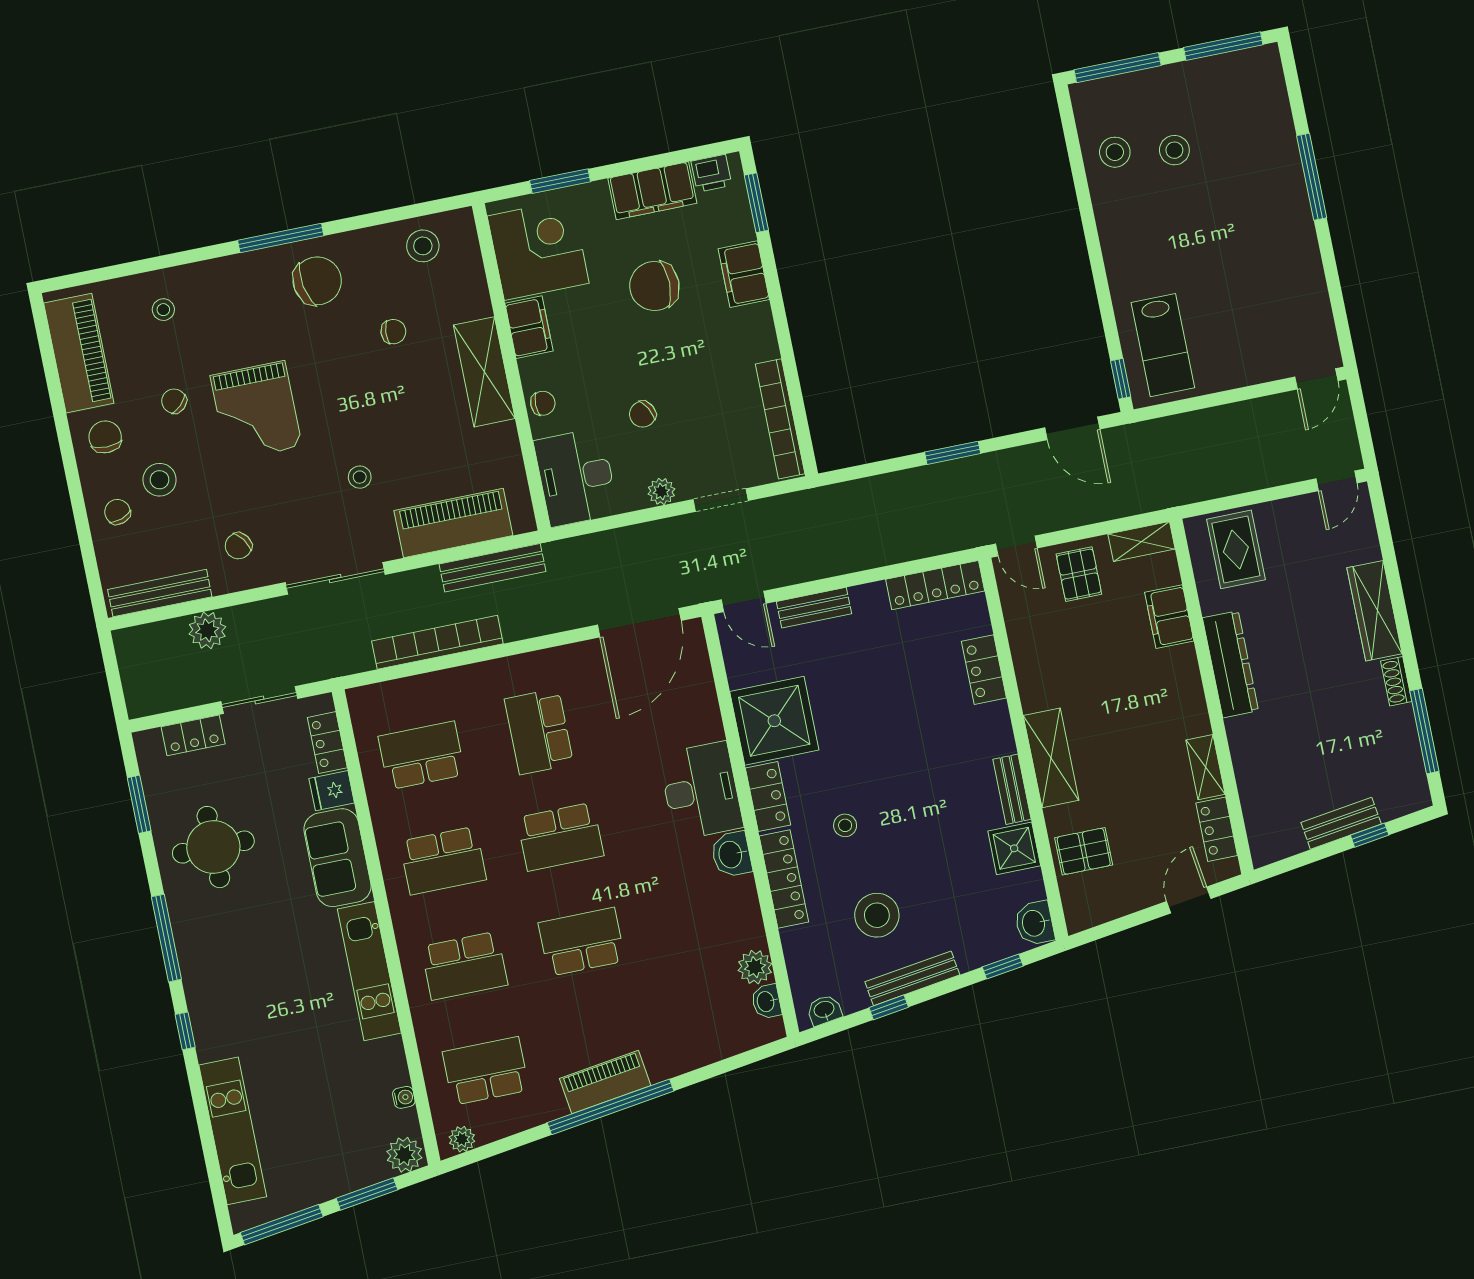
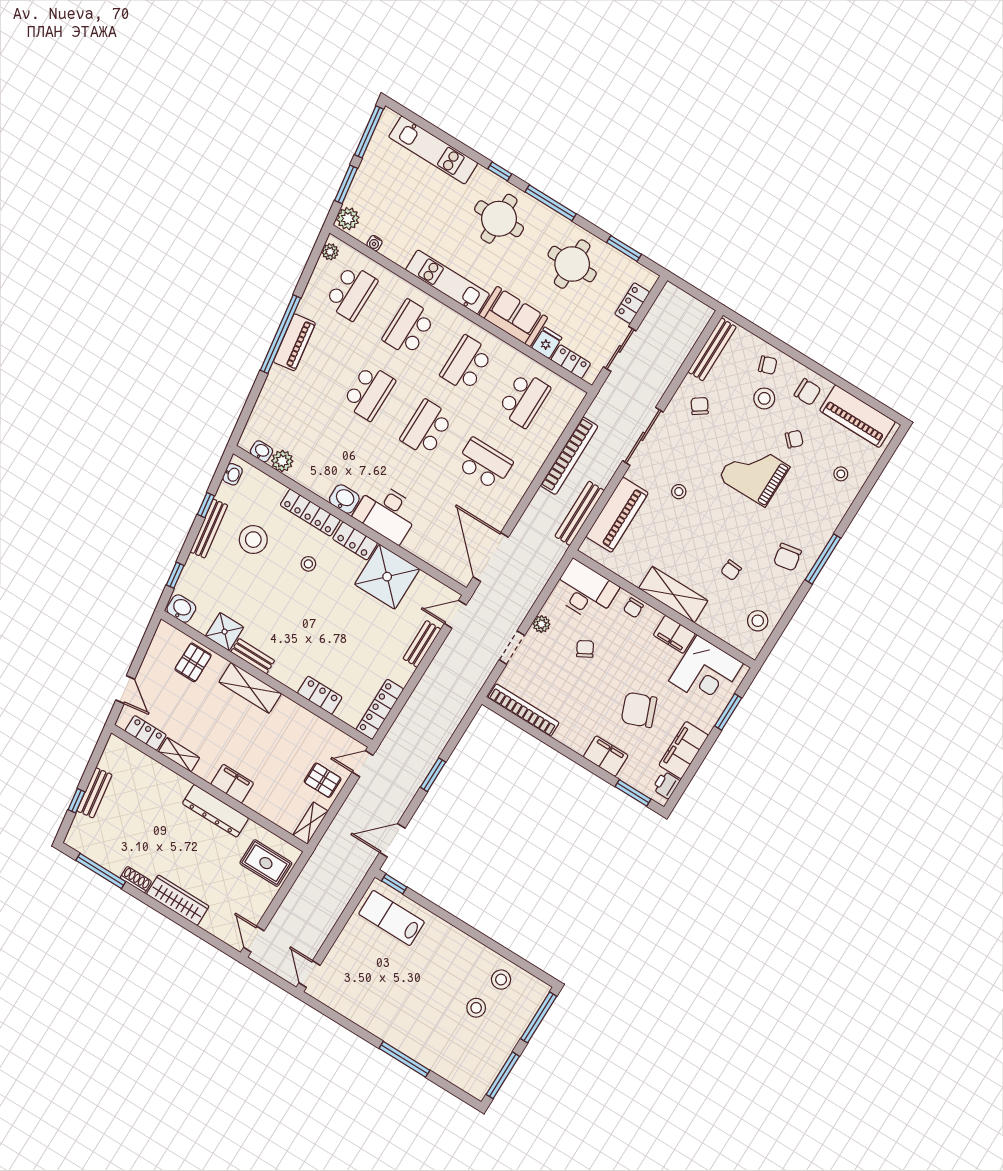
chair: (317, 281) -> (787, 557), width x0.73, depth x0.73
chair: (654, 286) -> (639, 710), turned -111
filing cabinet: (1169, 617) -> (232, 784), moved
plant: (207, 630) -> (674, 355), removed
round table: (240, 980) -> (499, 219), added

